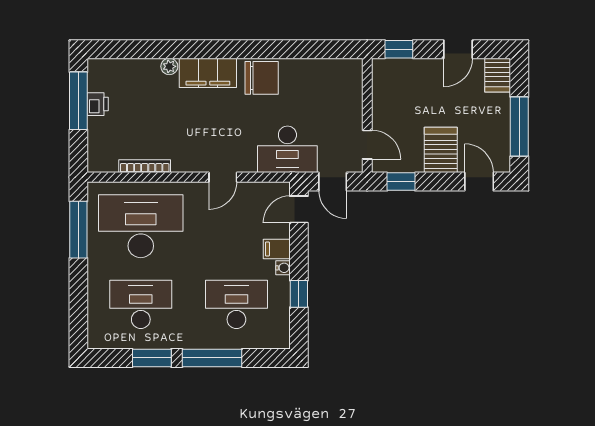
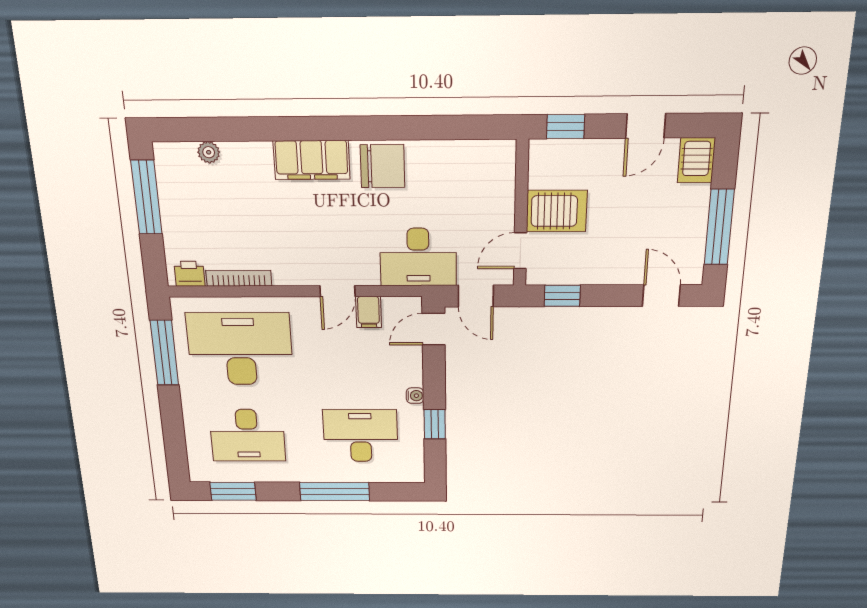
plant: (169, 66) -> (209, 152), moved
printer: (98, 104) -> (189, 274), moved, turned -90
door: (367, 145) -> (520, 251), swing flipped
server rack: (441, 150) -> (557, 211), moved, turned 90
filing cabinet: (277, 249) -> (369, 312), moved, turned -90
desk: (141, 304) -> (247, 435), turned 180
window: (152, 358) -> (233, 491), moved

